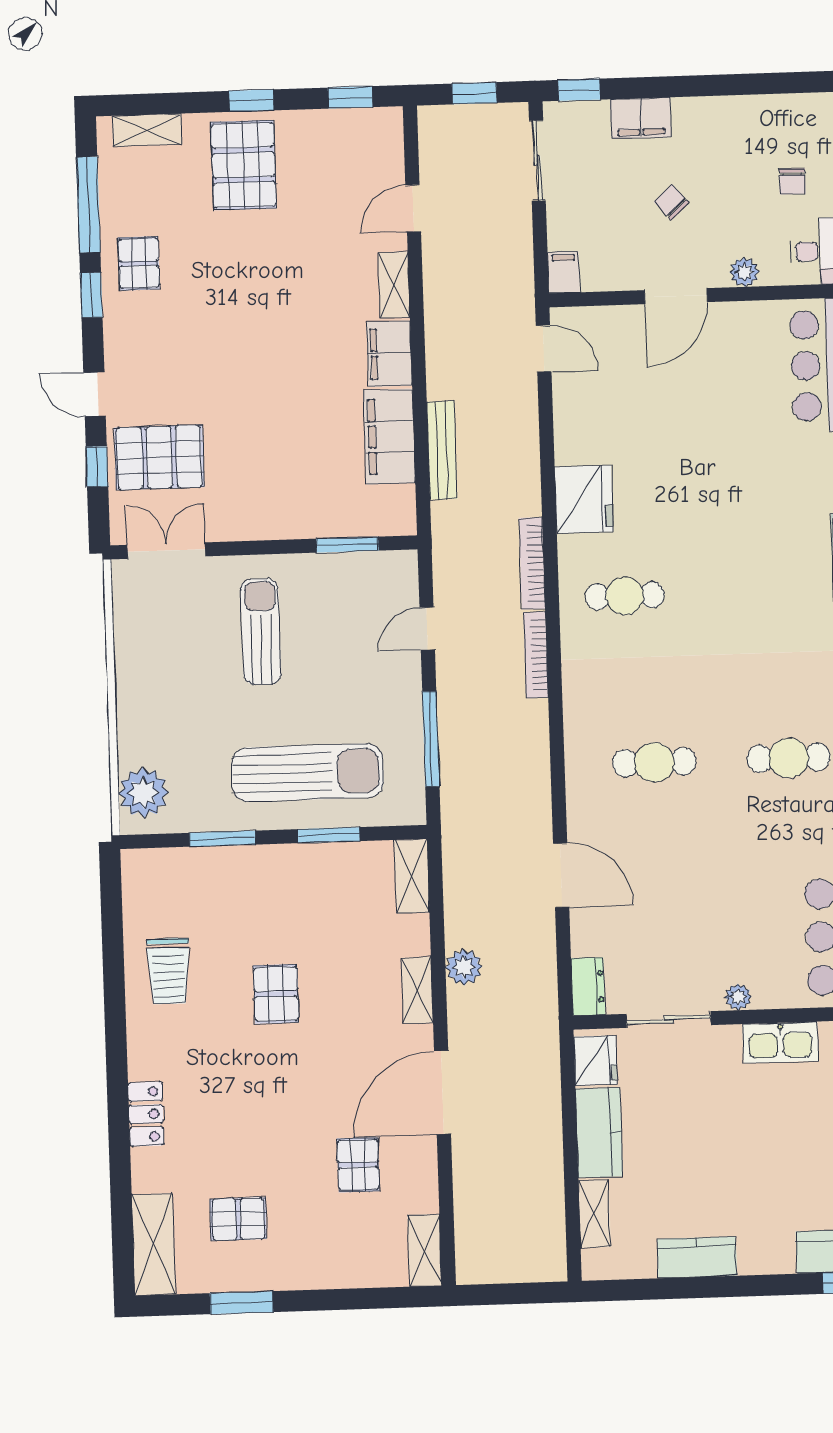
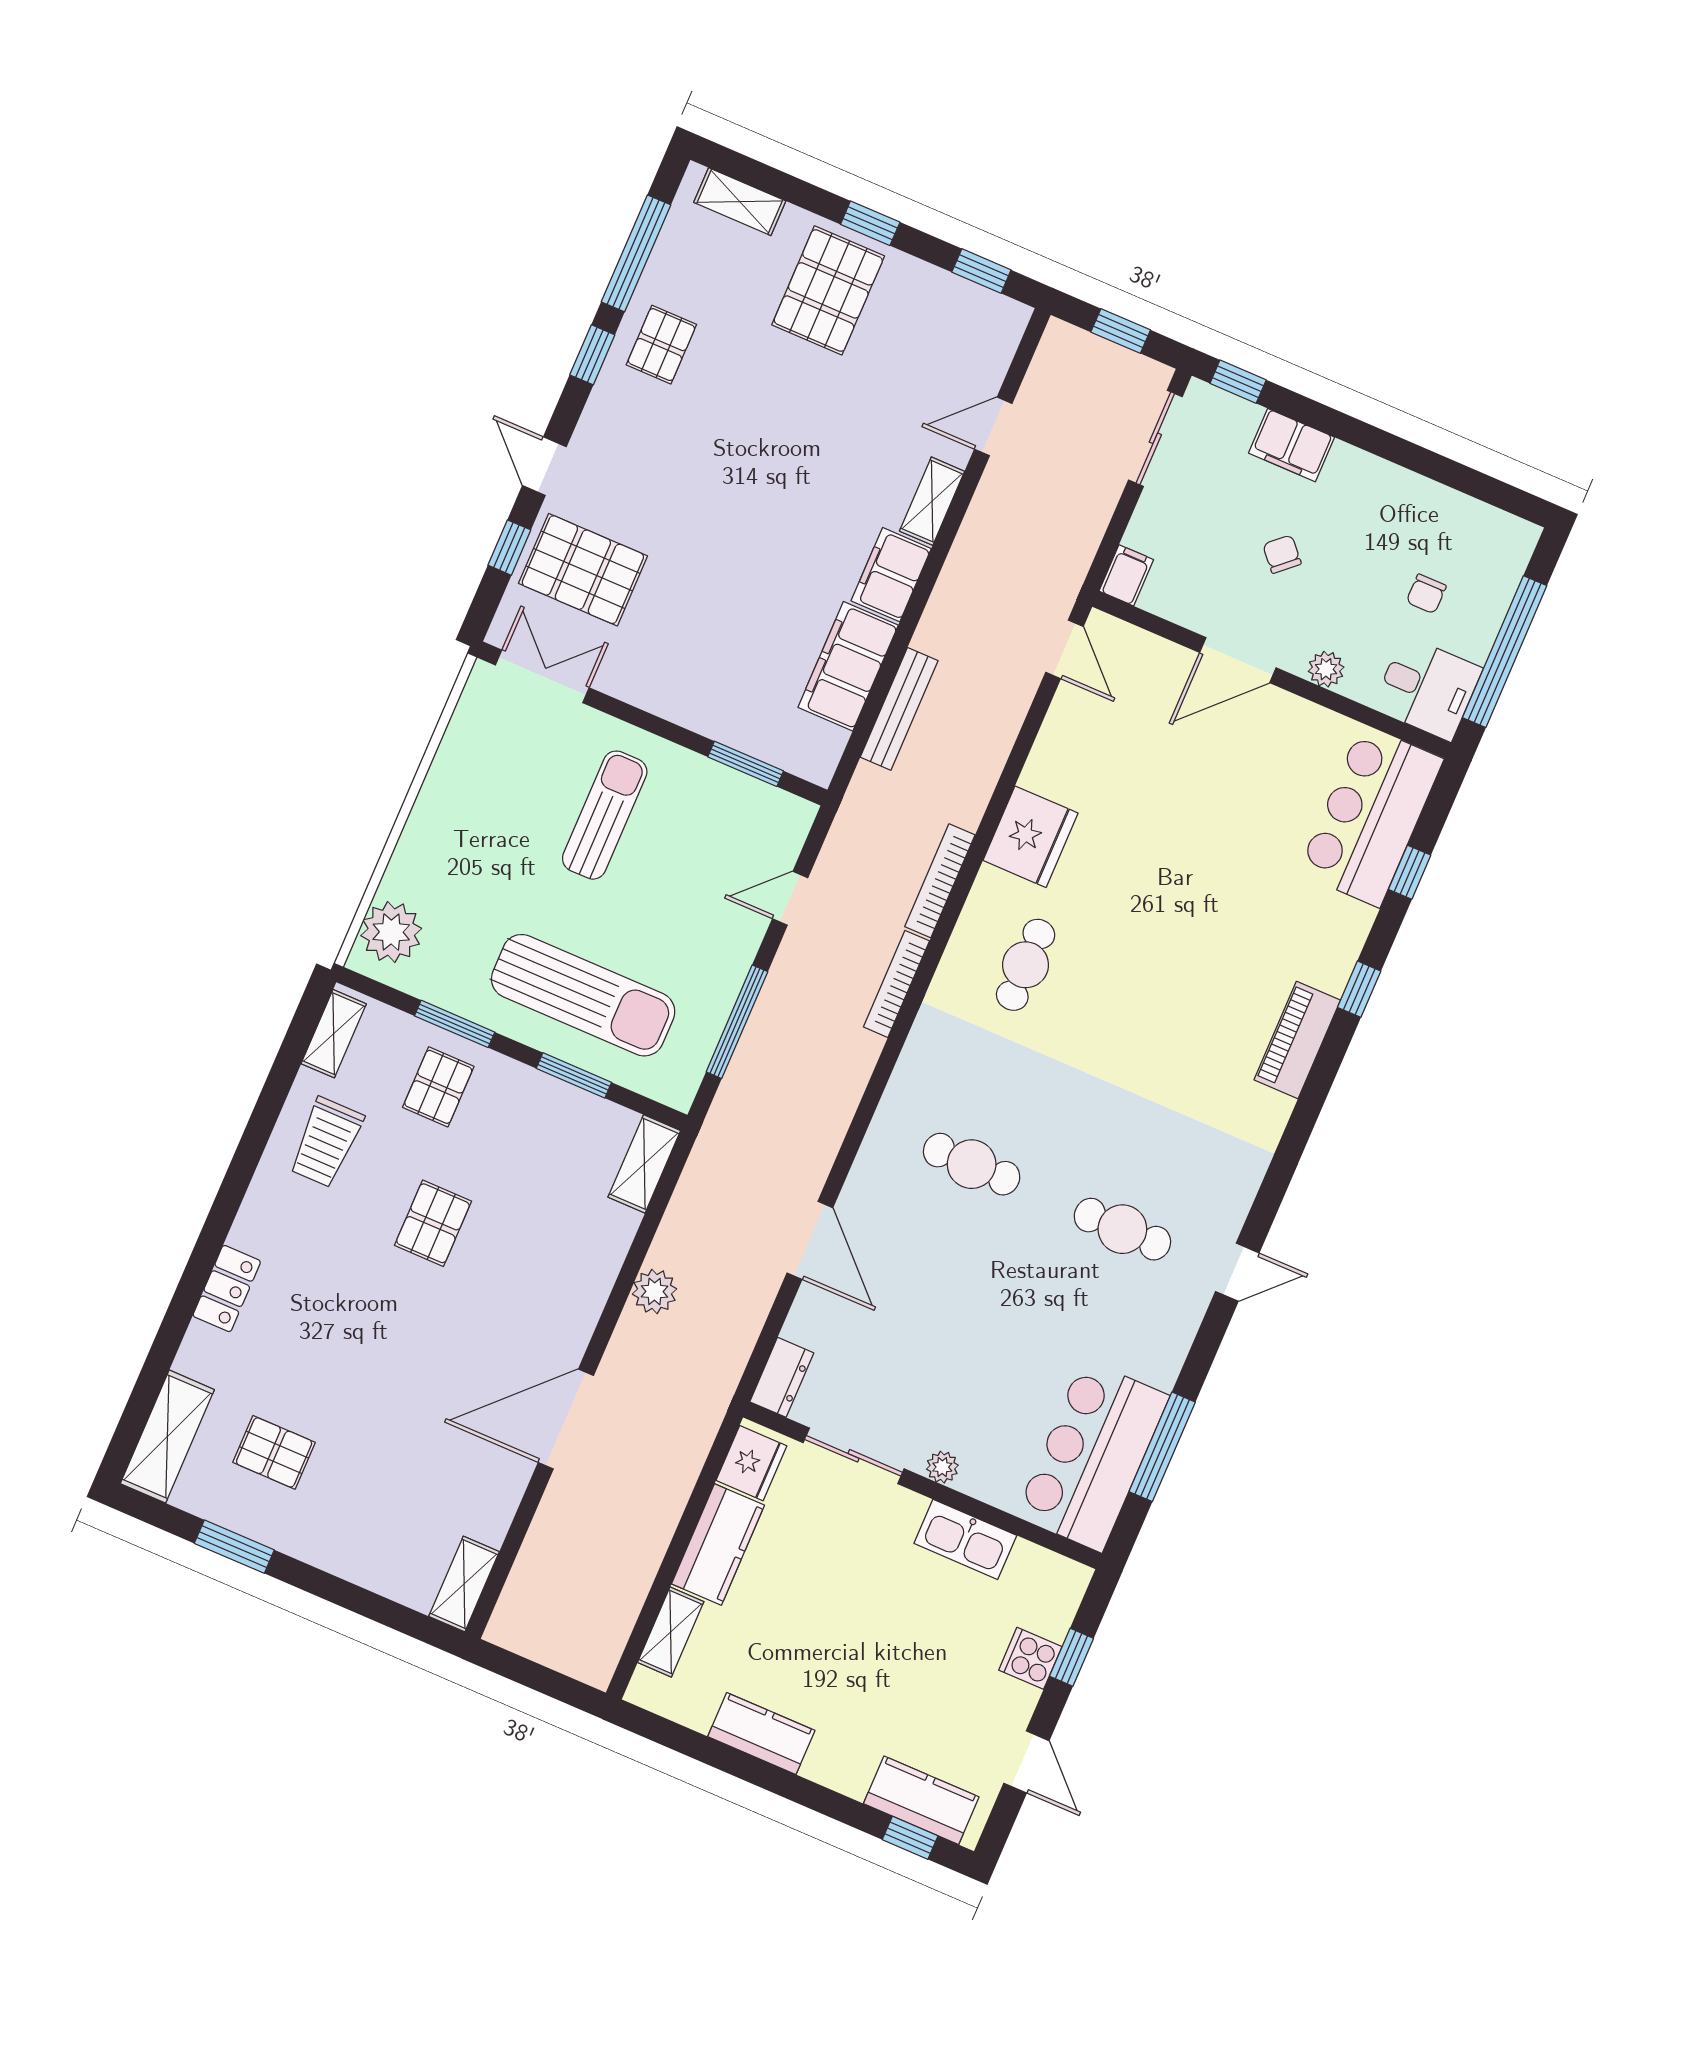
cafe table: (625, 596) -> (1026, 965), turned 90
shelving: (417, 990) -> (334, 1034), moved
pallet: (358, 1165) -> (438, 1087), moved

